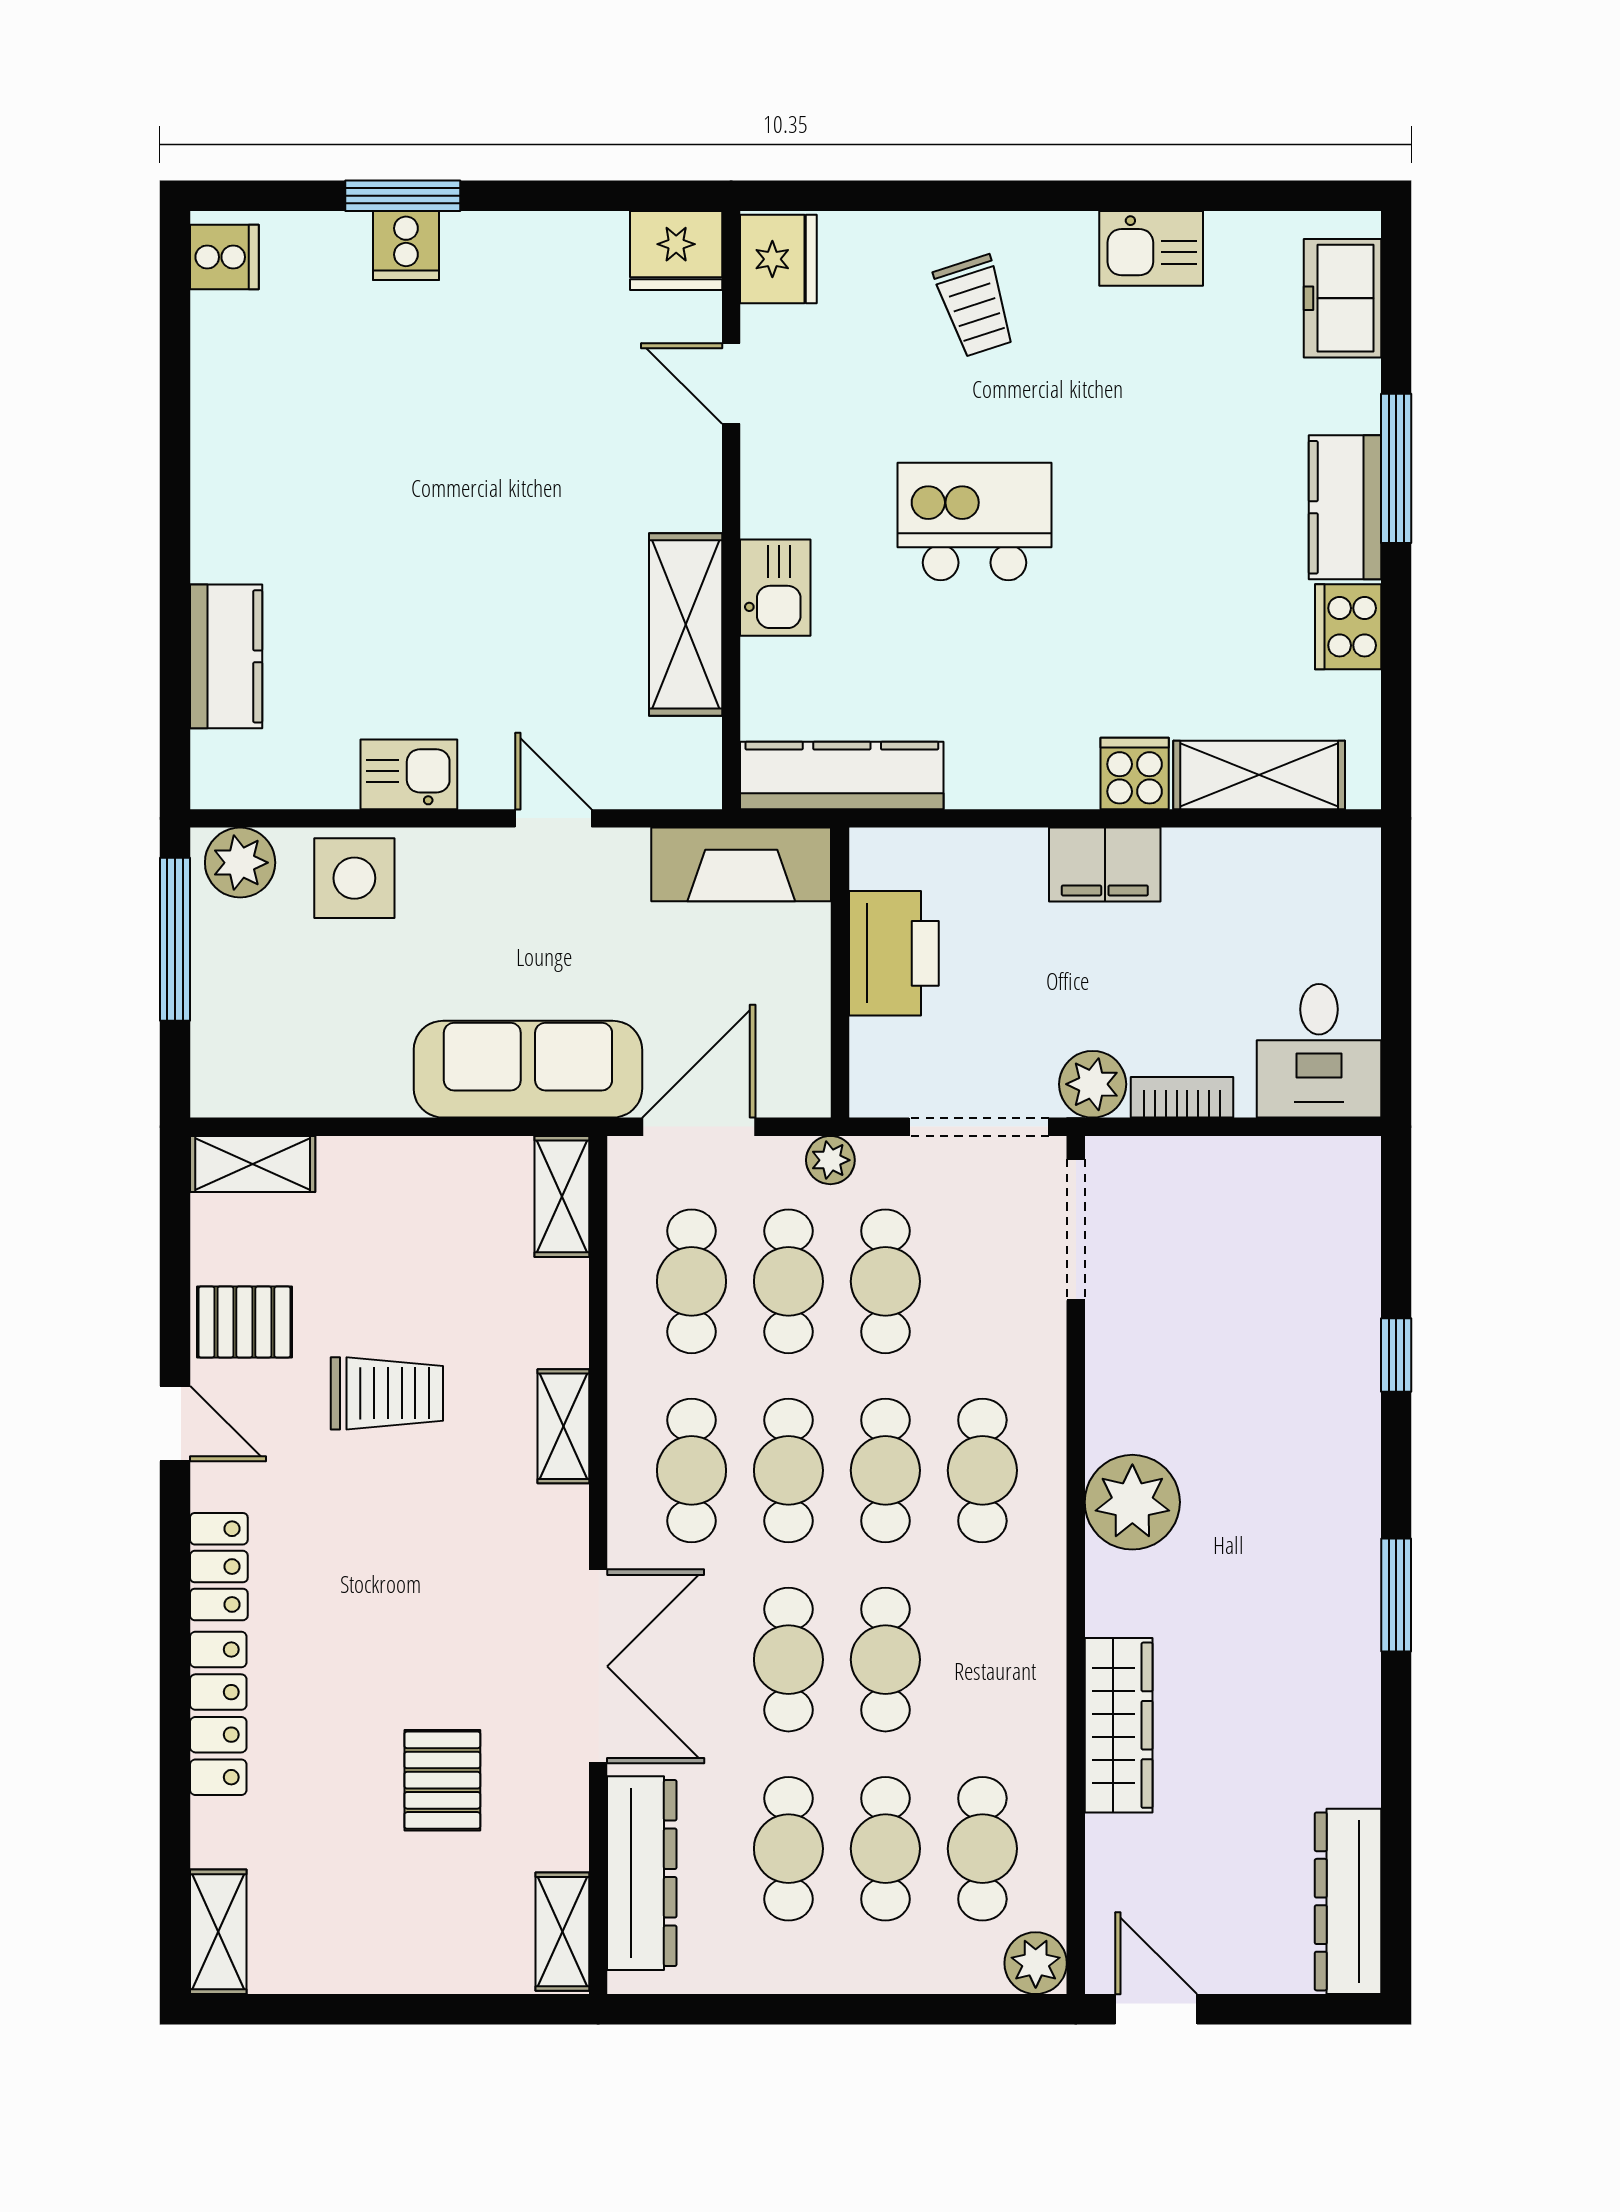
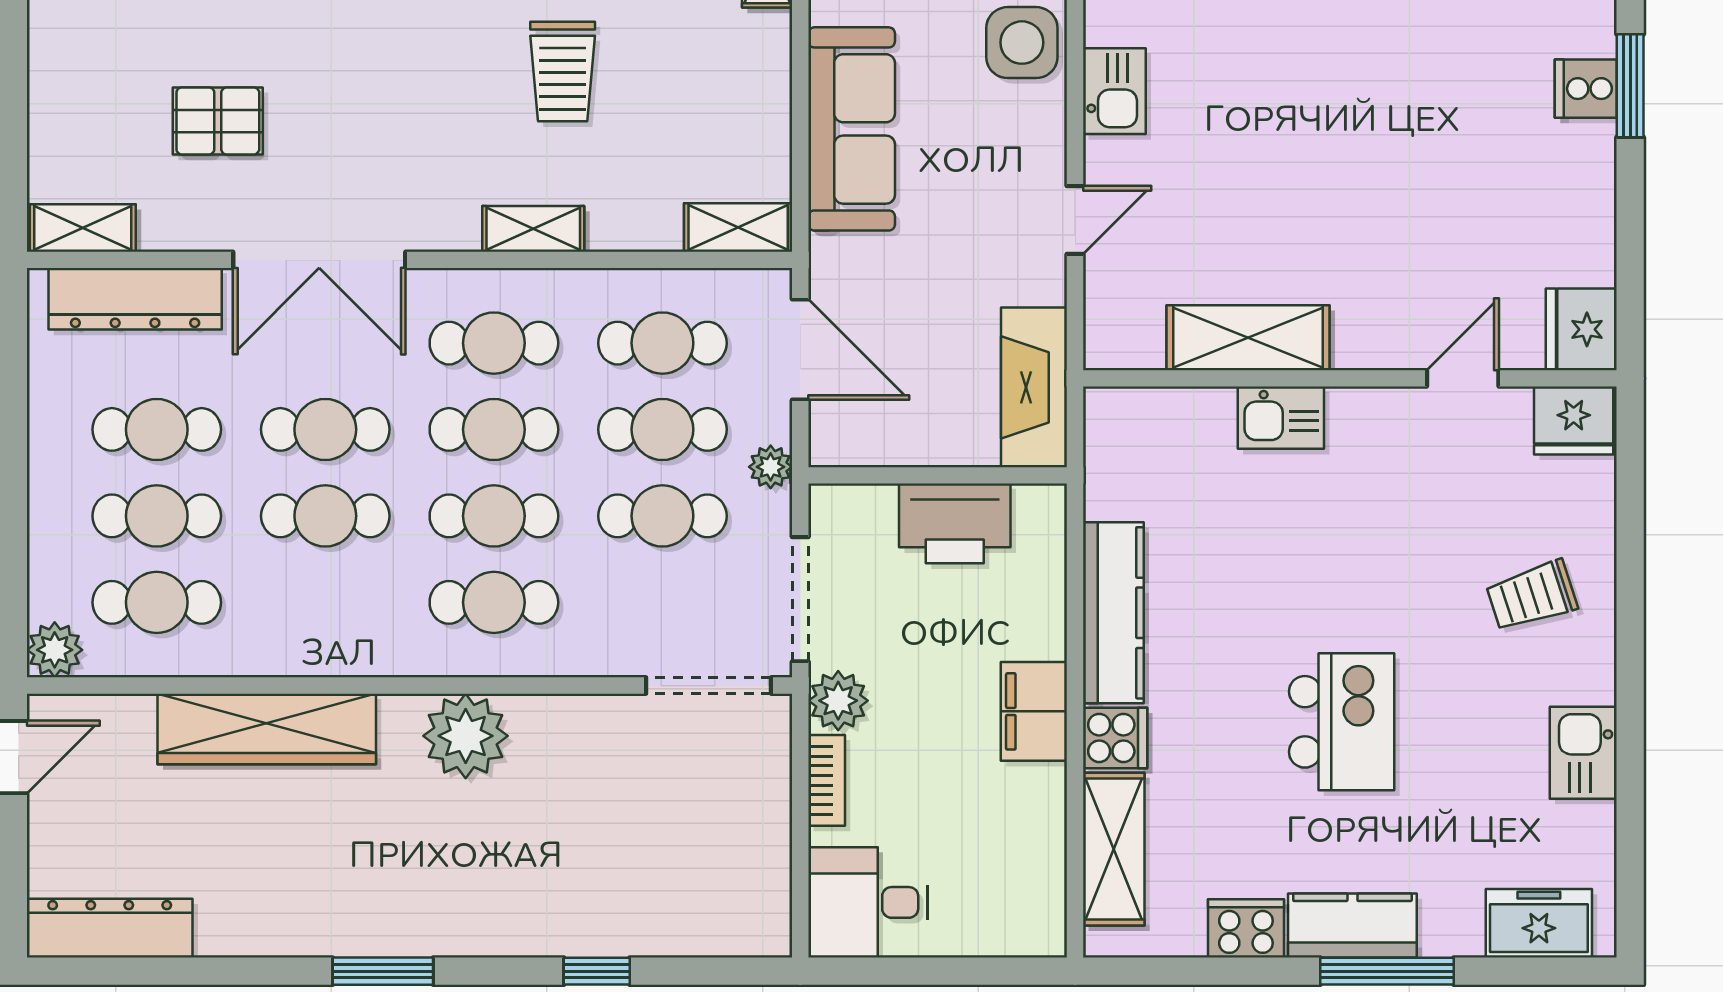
kitchen island: (974, 521) -> (1342, 722), moved
kitchen counter: (842, 775) -> (1113, 613), moved
sofa: (528, 1069) -> (852, 129), moved
wardrobe: (1119, 1725) -> (267, 729), width x1.40, depth x1.17

